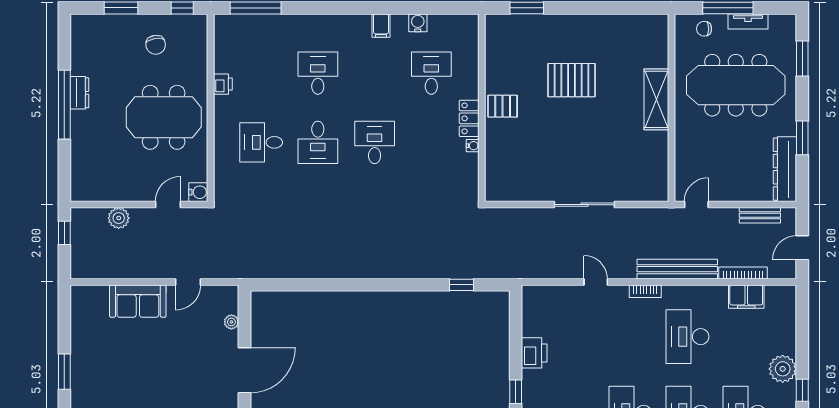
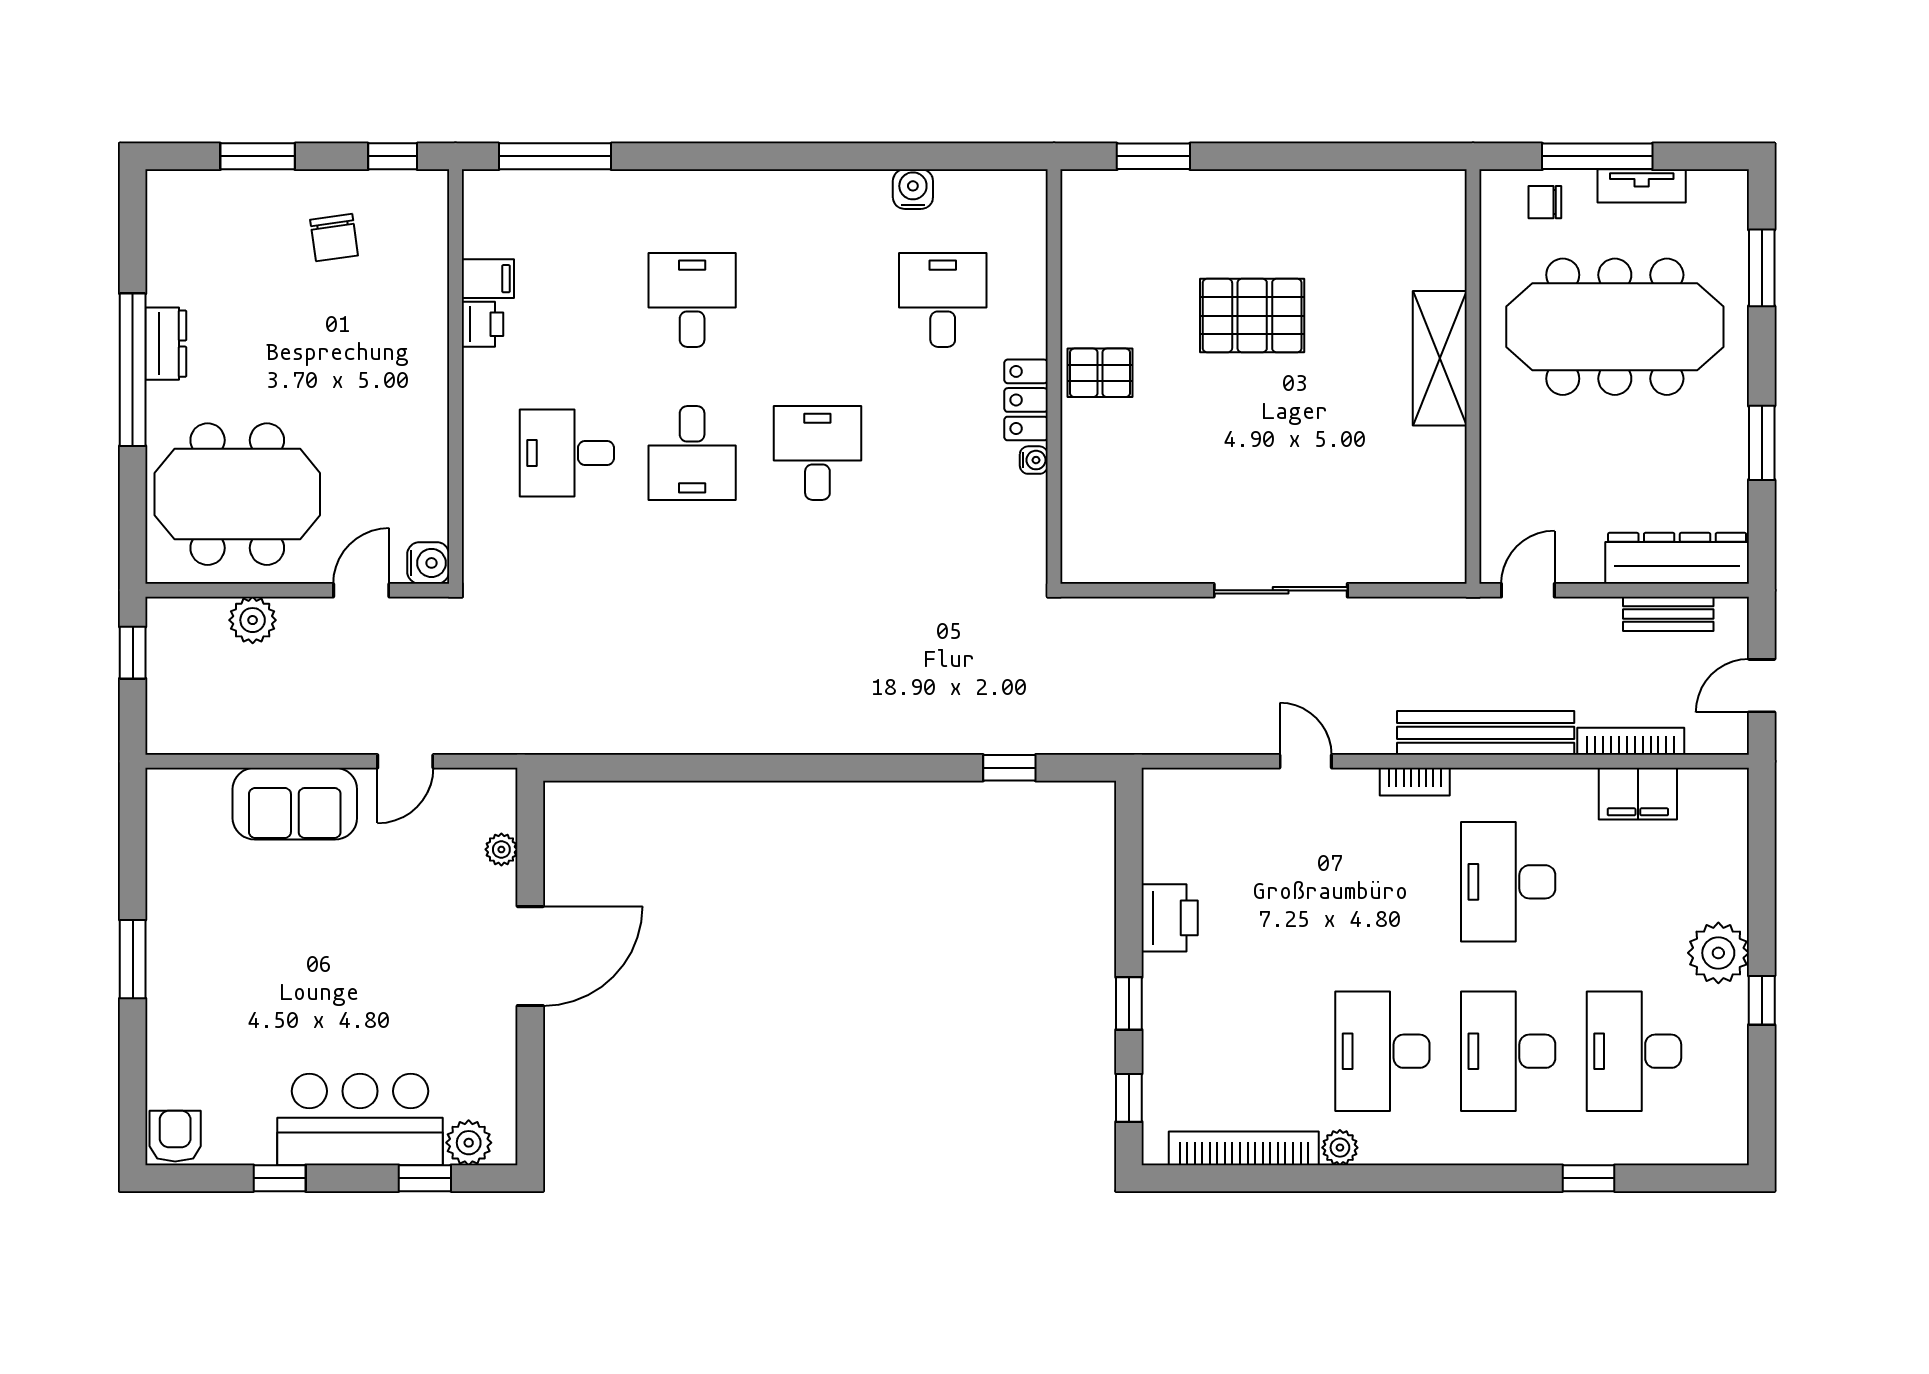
filing cabinet: (381, 26) -> (488, 279), moved, turned -90
meeting table: (164, 117) -> (237, 494), moved
dresser: (785, 169) -> (1677, 558), moved, turned 90

